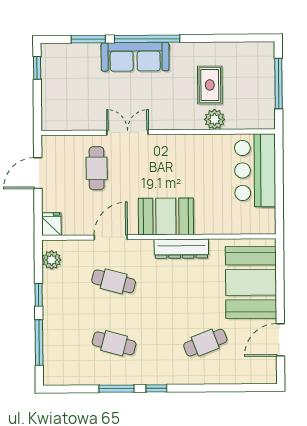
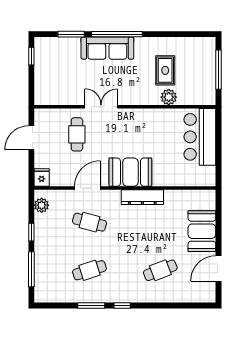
booth: (251, 282) -> (202, 231), width x0.73, depth x0.70
cafe table: (114, 343) -> (90, 270), turned -33

